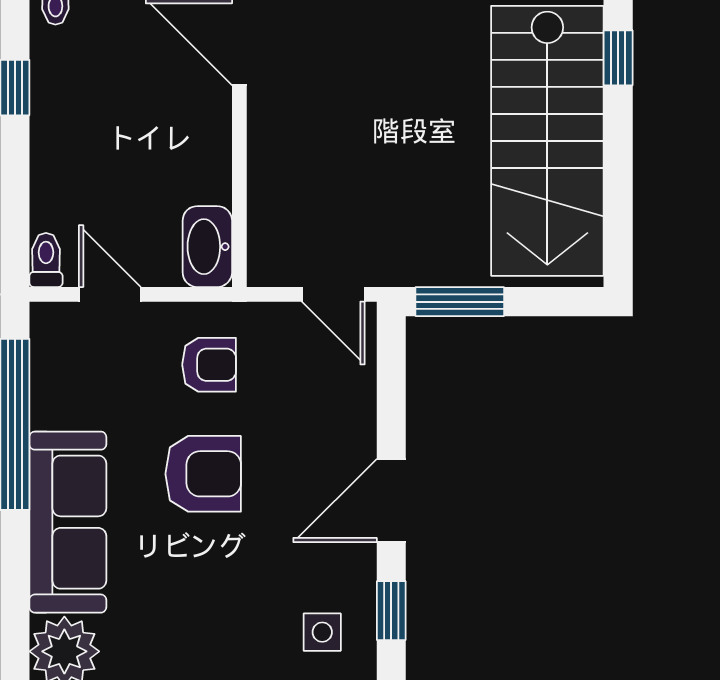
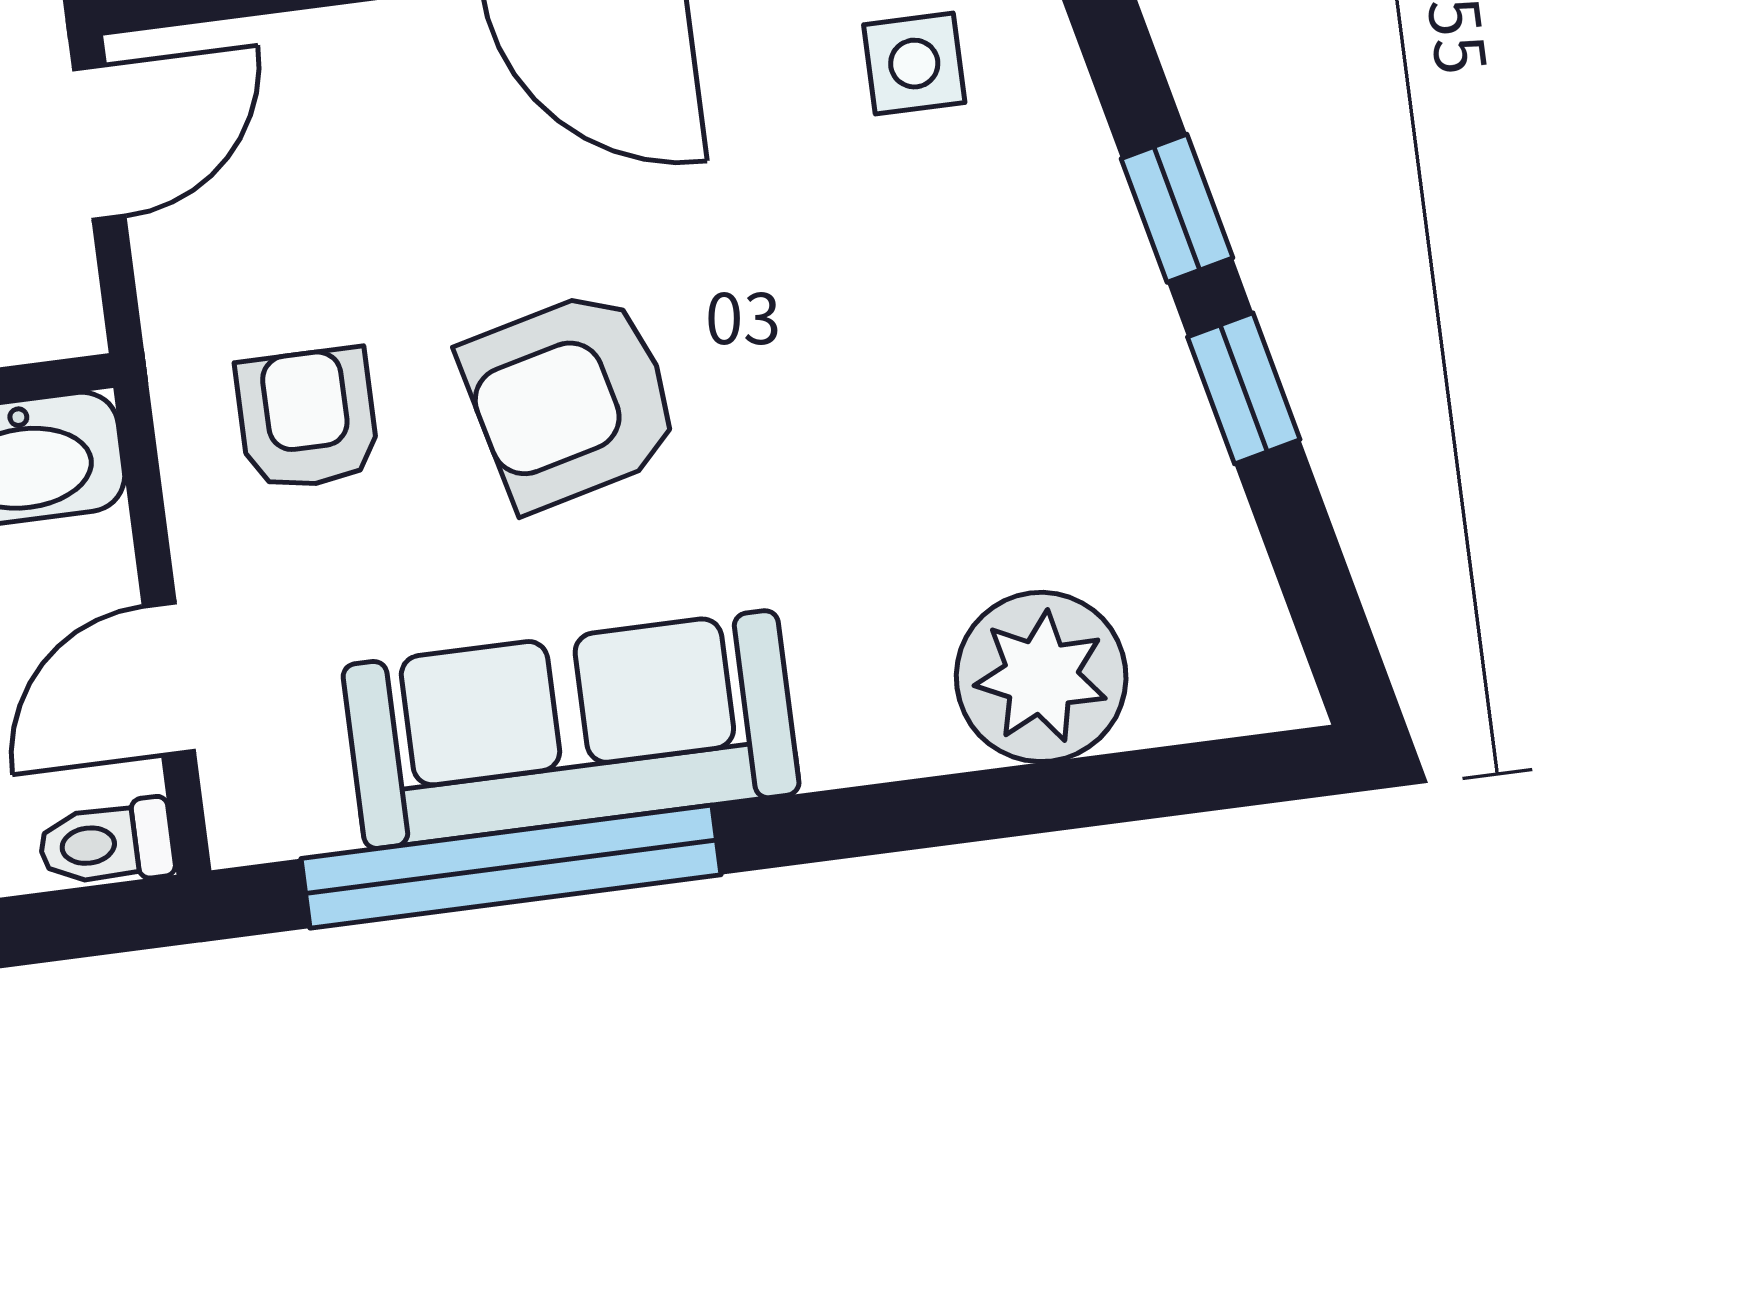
armchair: (203, 474) -> (571, 399), turned -104
sofa: (68, 522) -> (571, 730), moved

